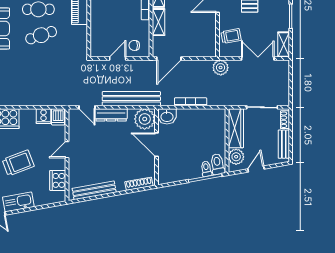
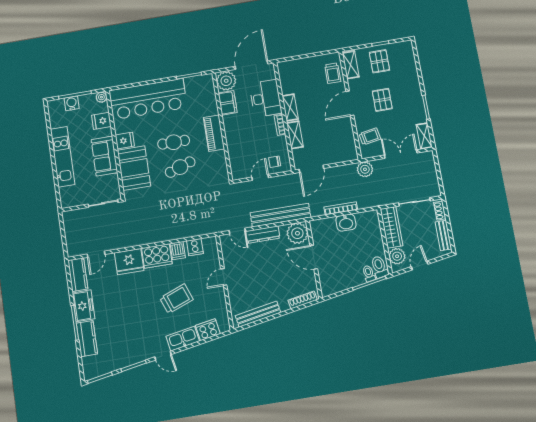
washbasin: (167, 116) -> (346, 223), moved
dishwasher: (58, 117) -> (178, 251), moved
cooker: (58, 180) -> (208, 330), moved, turned 80

